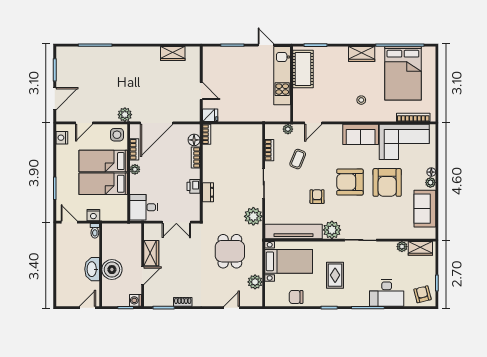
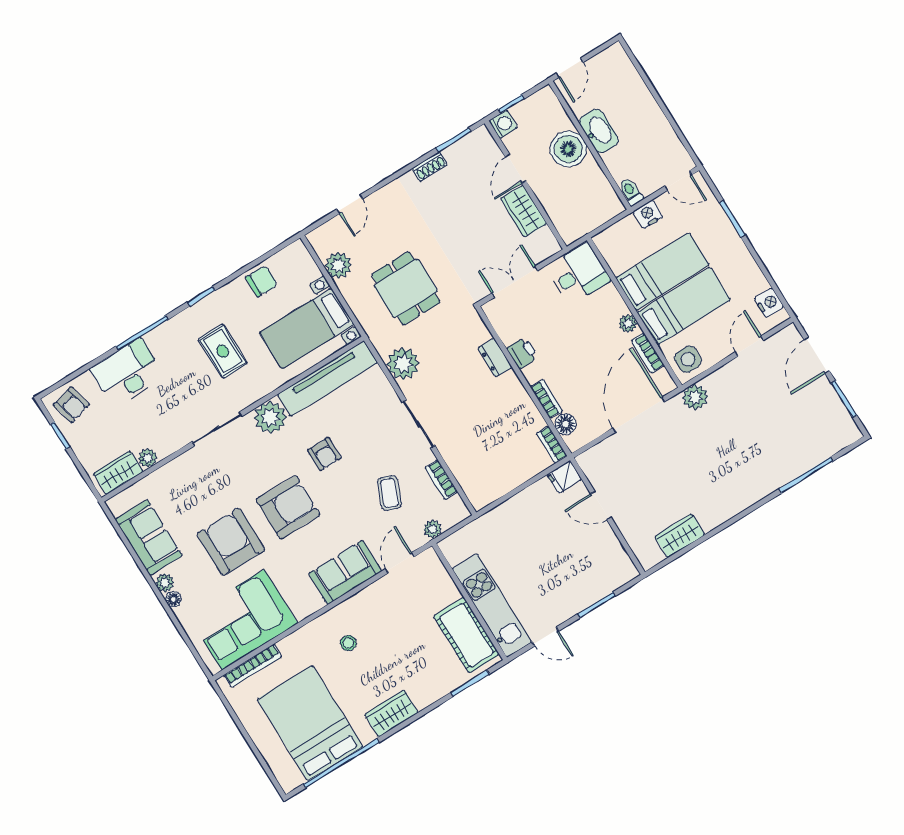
sofa: (361, 134) -> (345, 572), moved

